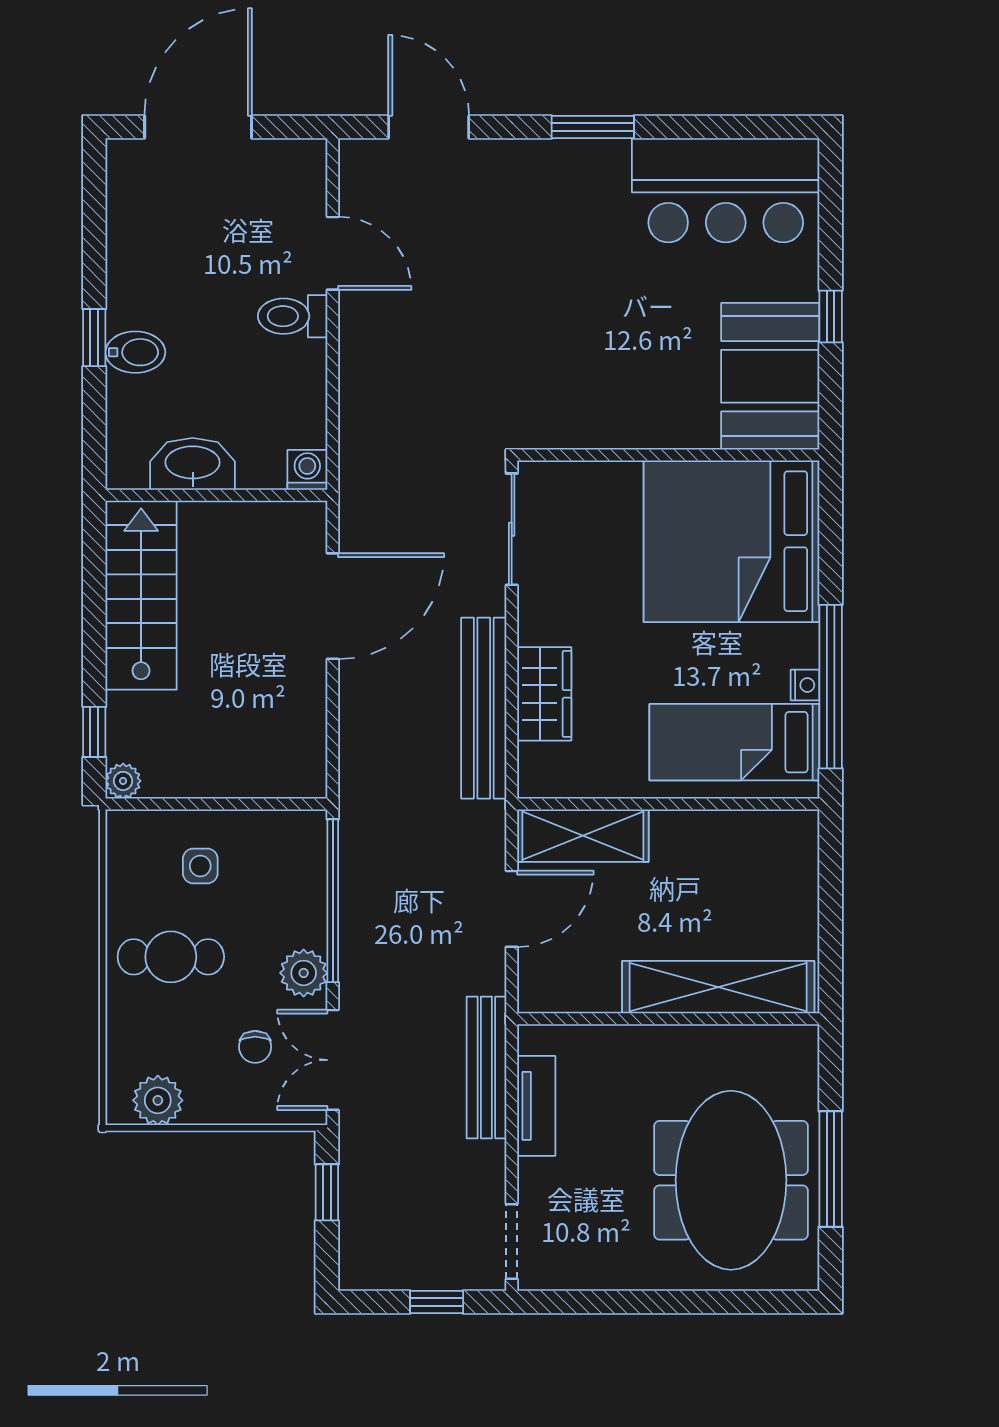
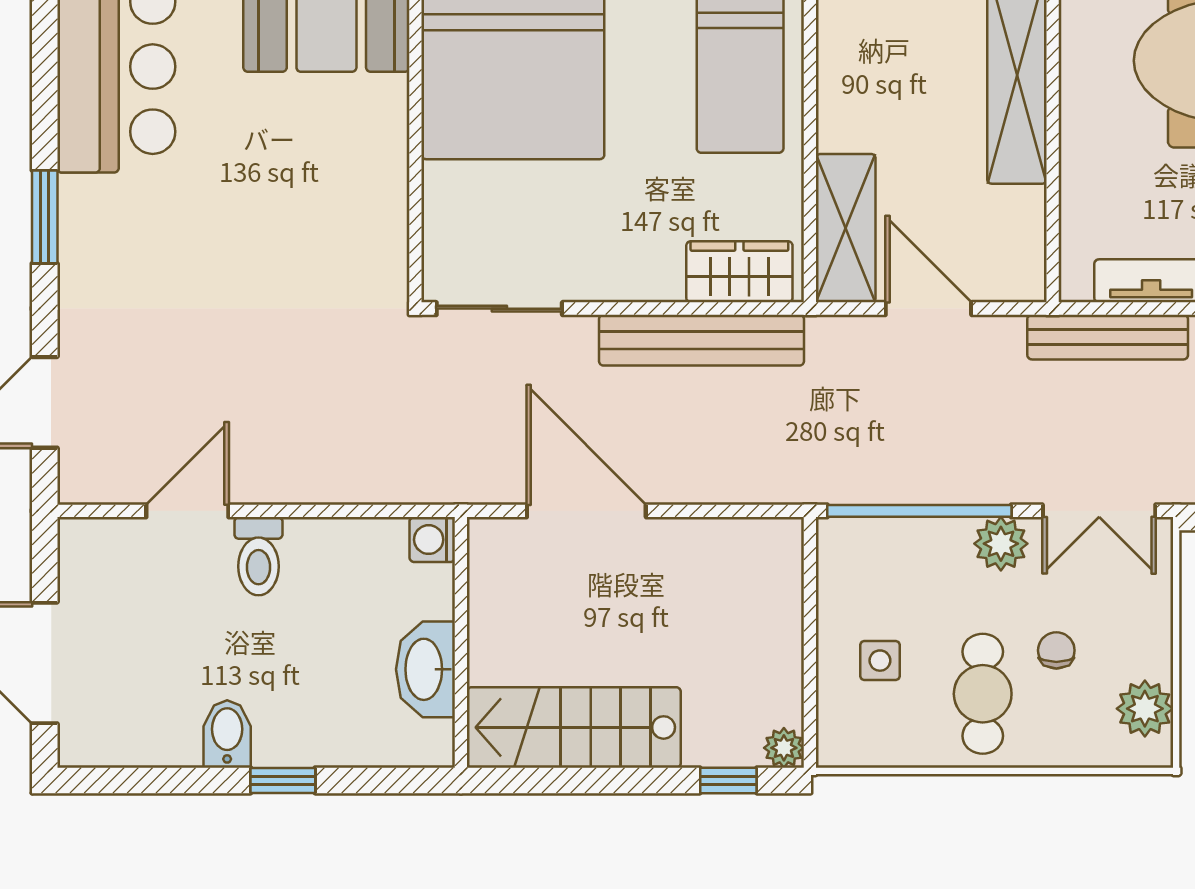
bidet: (135, 352) -> (227, 734), moved
wardrobe: (544, 694) -> (739, 272), moved
chair: (255, 1047) -> (1056, 650), moved, turned -90

